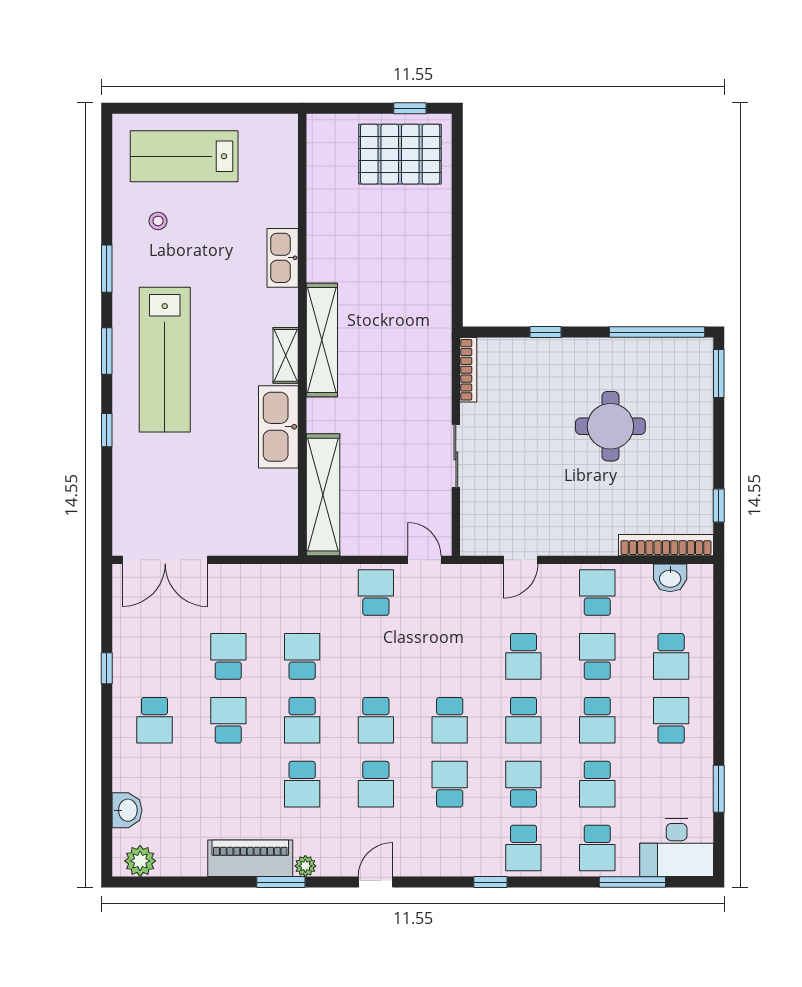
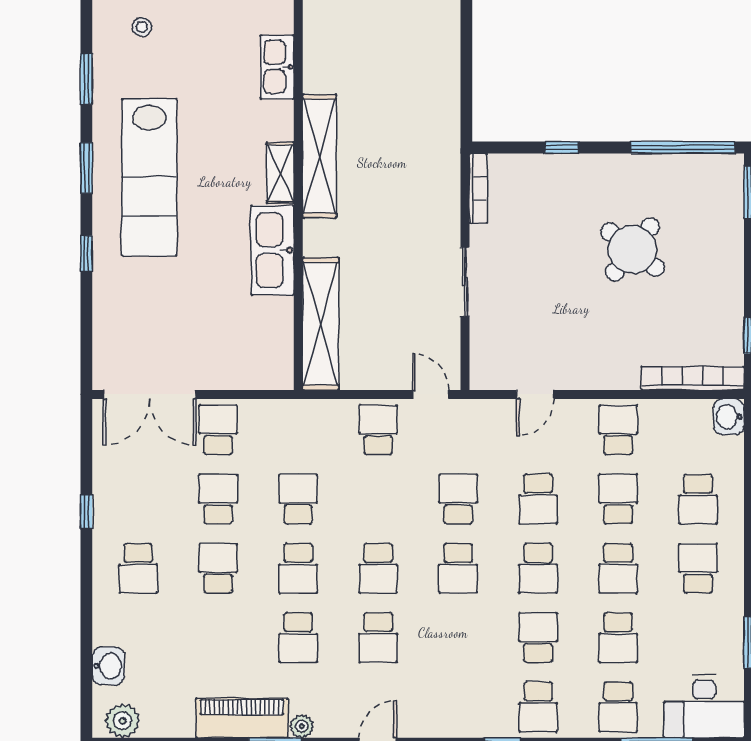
round table: (610, 426) -> (632, 250), turned 38
washbasin: (670, 578) -> (729, 417), moved, turned 90
school desk: (228, 592) -> (218, 430), added
school desk: (450, 784) -> (458, 499), moved

